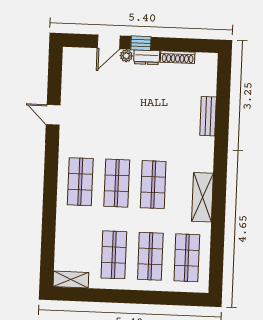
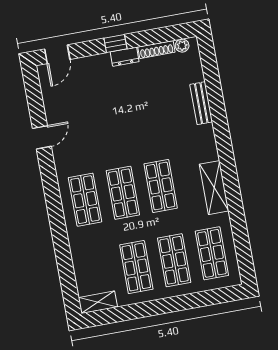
door: (109, 42) -> (57, 54), moved
plant: (126, 56) -> (182, 46), moved
door: (53, 115) -> (42, 137), swing flipped

